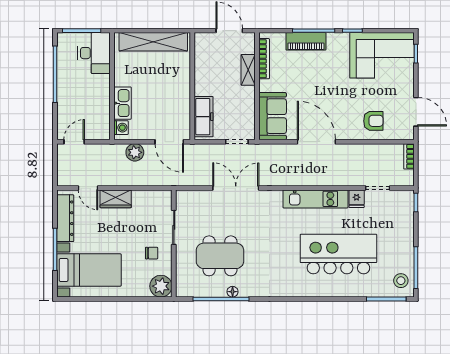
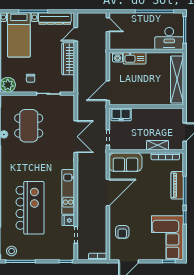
freezer: (204, 117) -> (121, 114), width x0.71
plant: (135, 152) -> (100, 67), removed
wardrobe: (116, 199) -> (68, 59), width x1.50

